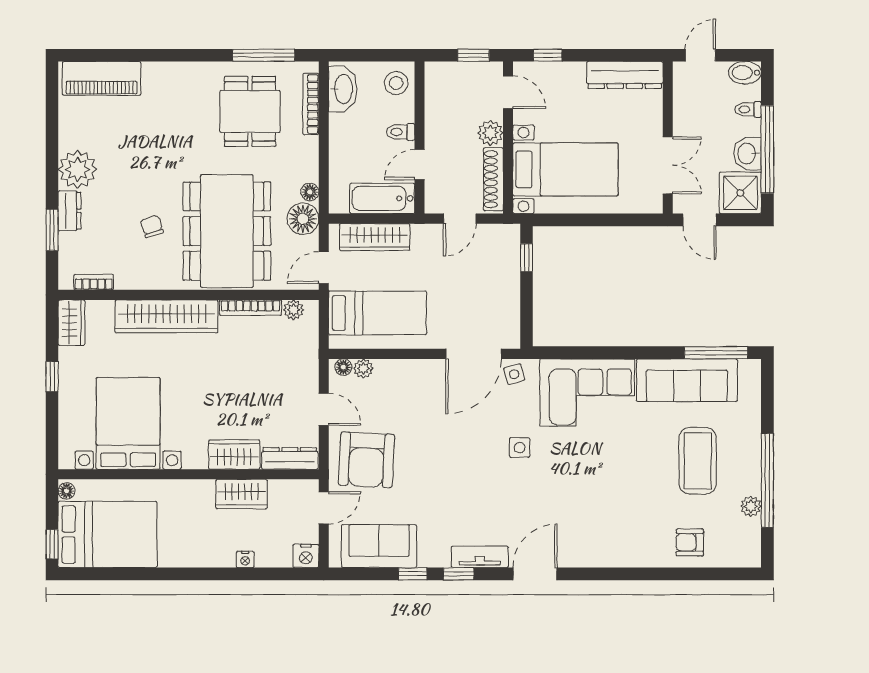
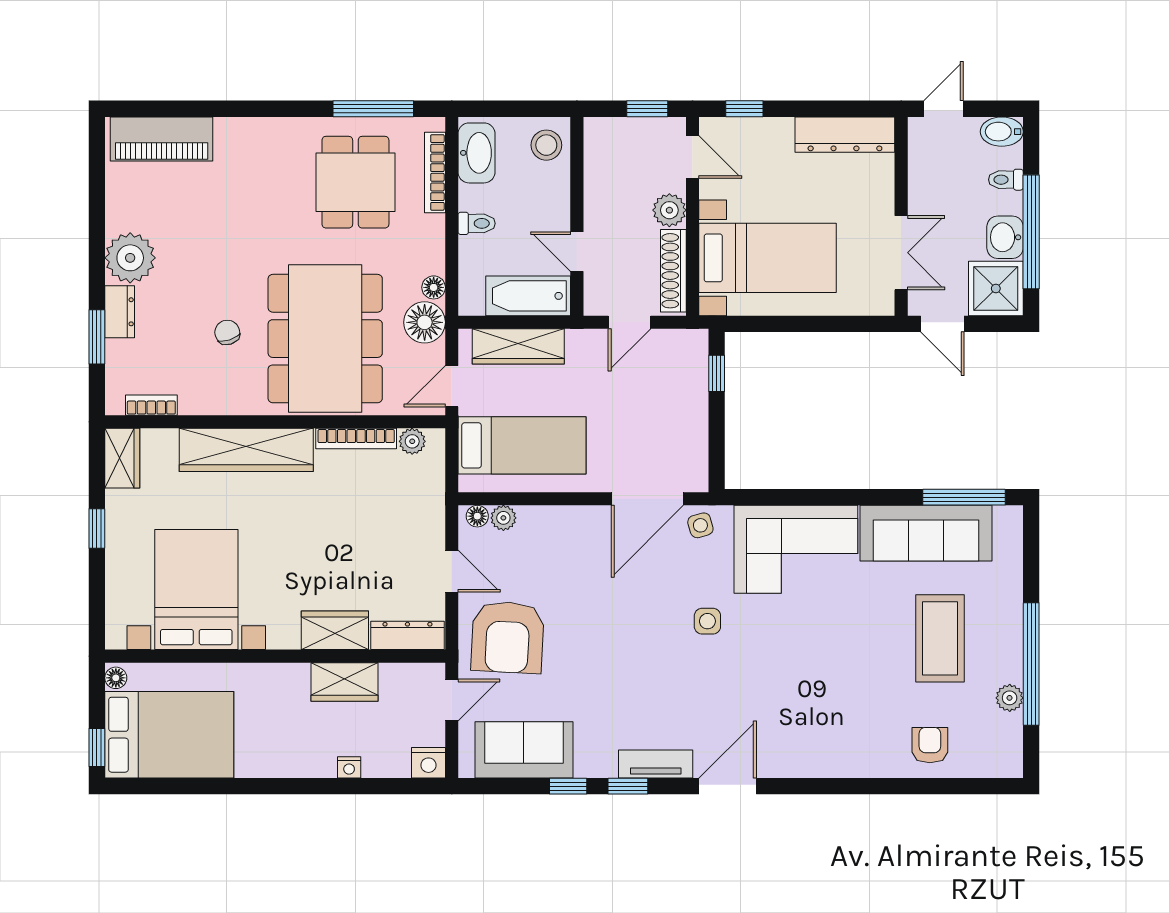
toilet: (401, 132) -> (477, 223), moved, turned 180
door: (420, 165) -> (577, 252), hinge flipped
armchair: (690, 542) -> (930, 745), turned 90

